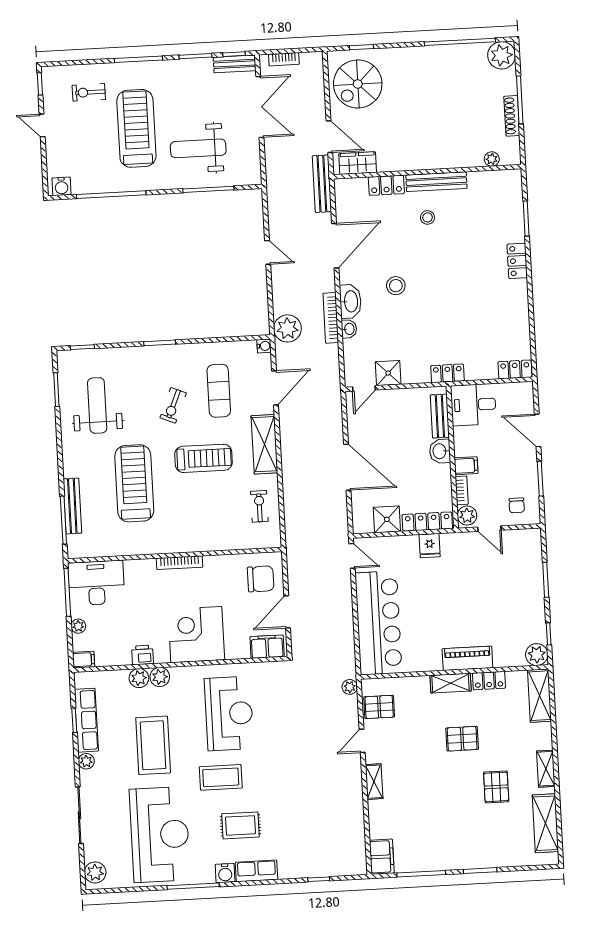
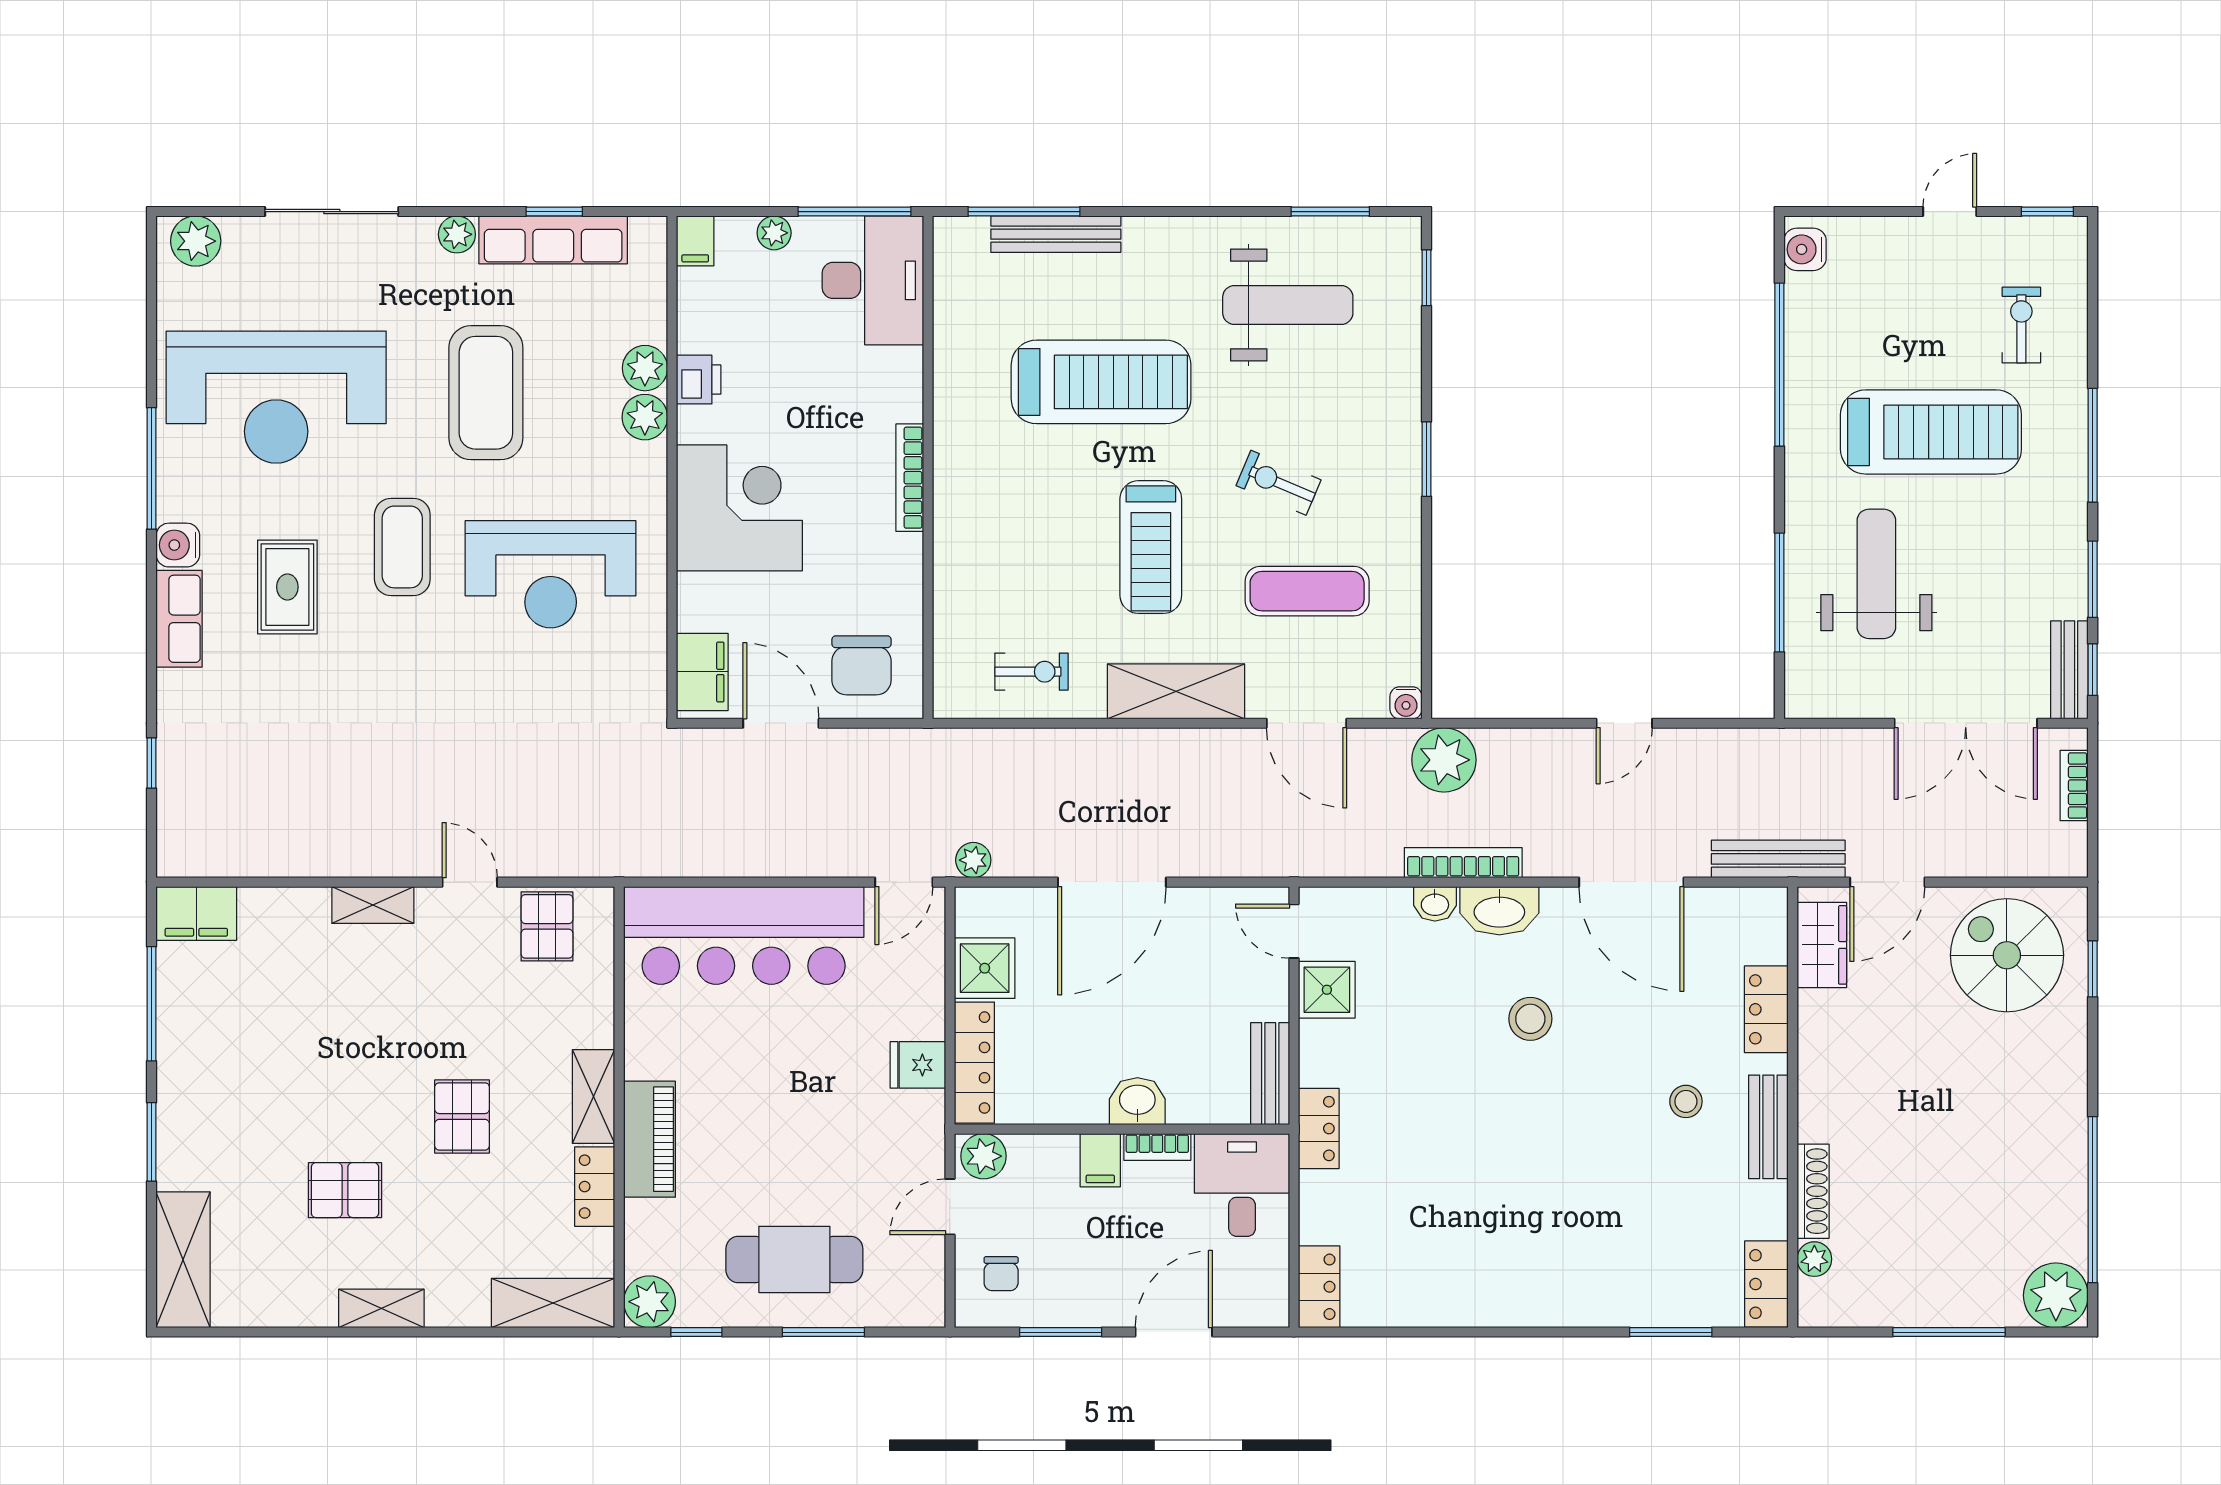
shoe rack: (512, 116) -> (1813, 1191), moved, turned 90
bench: (436, 182) -> (1768, 1127), width x0.73
locker: (517, 261) -> (1766, 1284), moved, turned -90
bench: (440, 416) -> (1270, 1074), moved, turned 90
bookcase: (462, 490) -> (1157, 1147), moved
chair: (517, 505) -> (1001, 1274), turned -90
cafe table: (515, 594) -> (794, 1259), added
plant: (350, 687) -> (973, 860), moved
coffee table: (153, 745) -> (486, 393), turned 90
shelving: (545, 823) -> (183, 1260), moved, turned 90

